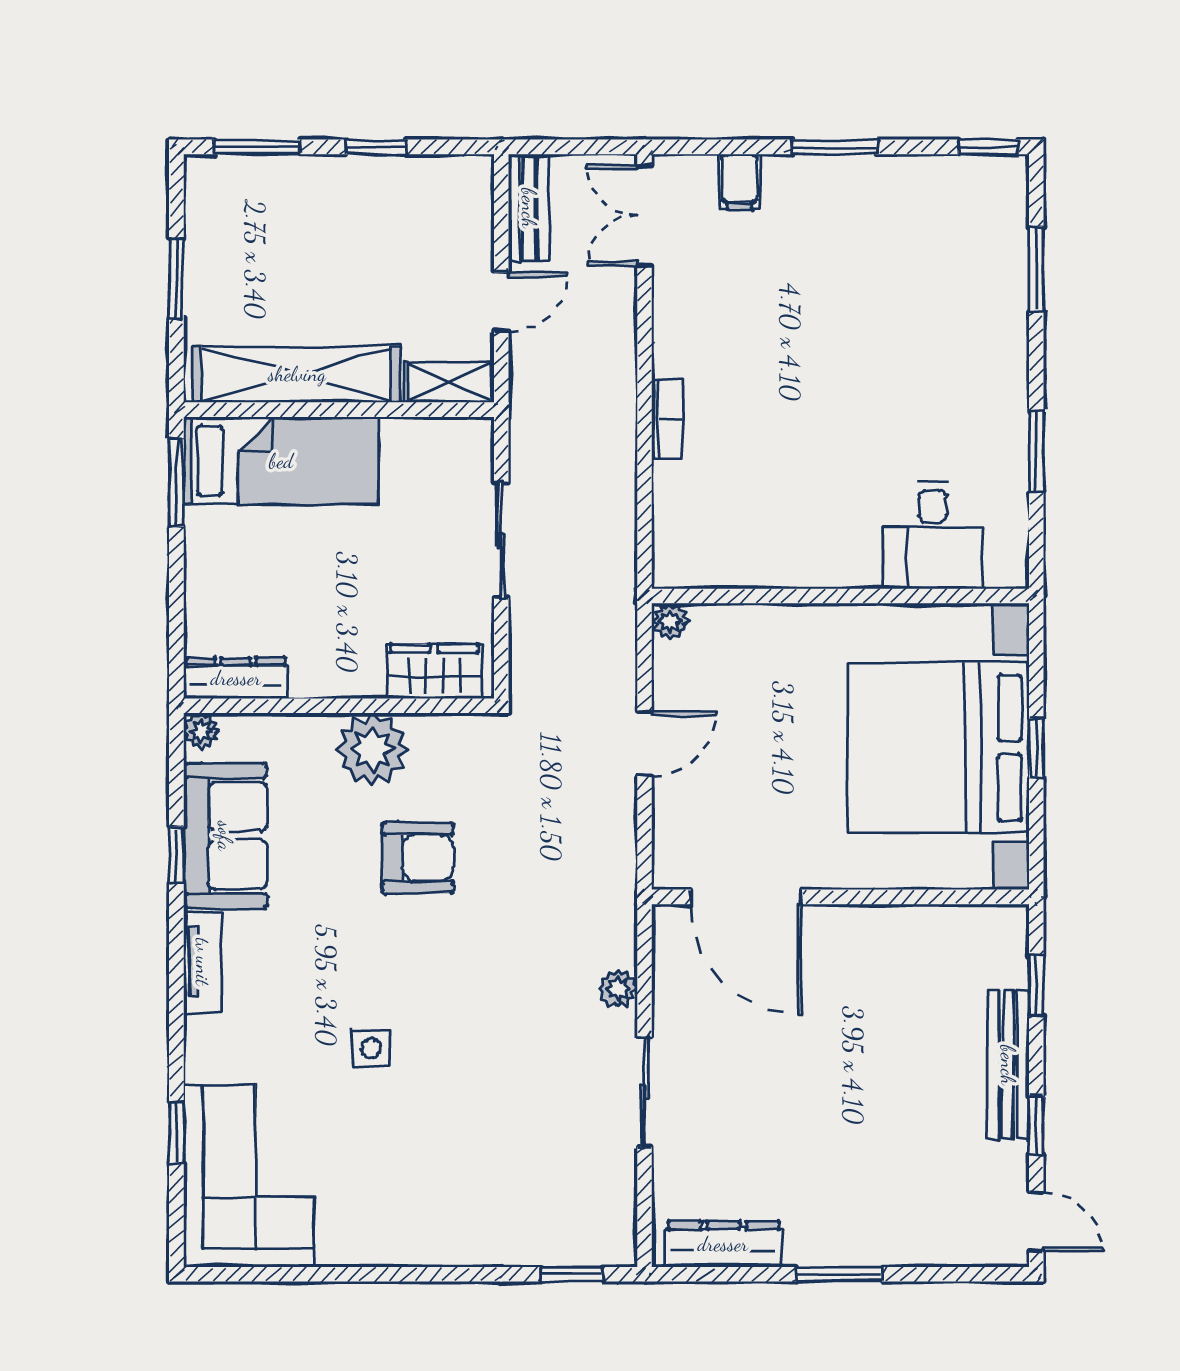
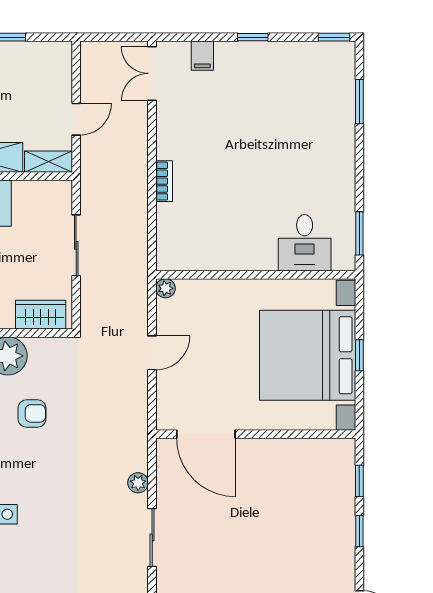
window: (835, 147) -> (253, 37), width x0.67
bench: (529, 208) -> (91, 69), removed
window: (1036, 451) -> (359, 233), moved
armchair: (418, 858) -> (32, 413), width x0.72, depth x0.72
bench: (1008, 1065) -> (345, 523), removed
window: (1036, 1125) -> (359, 531), moved

